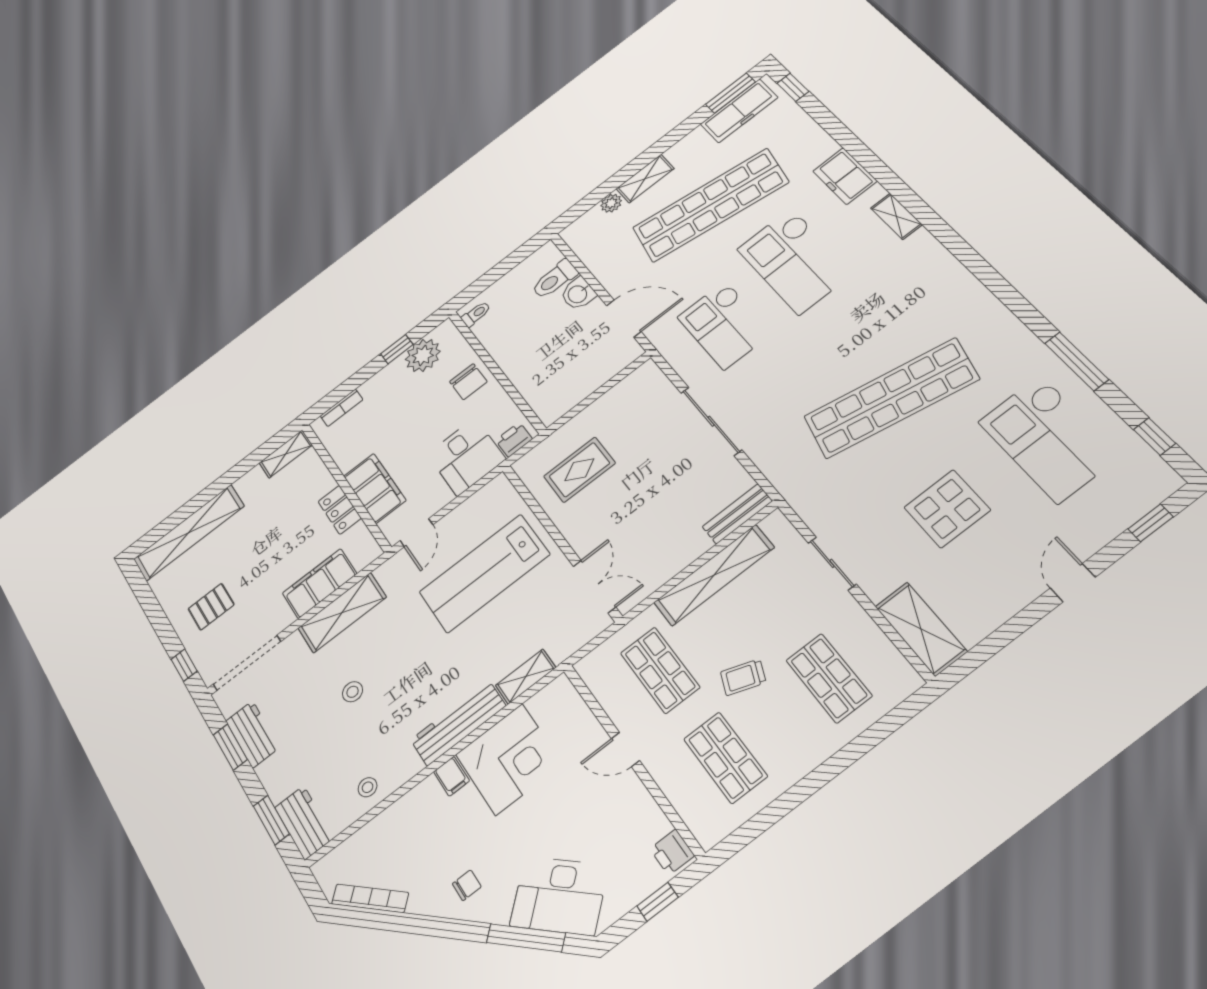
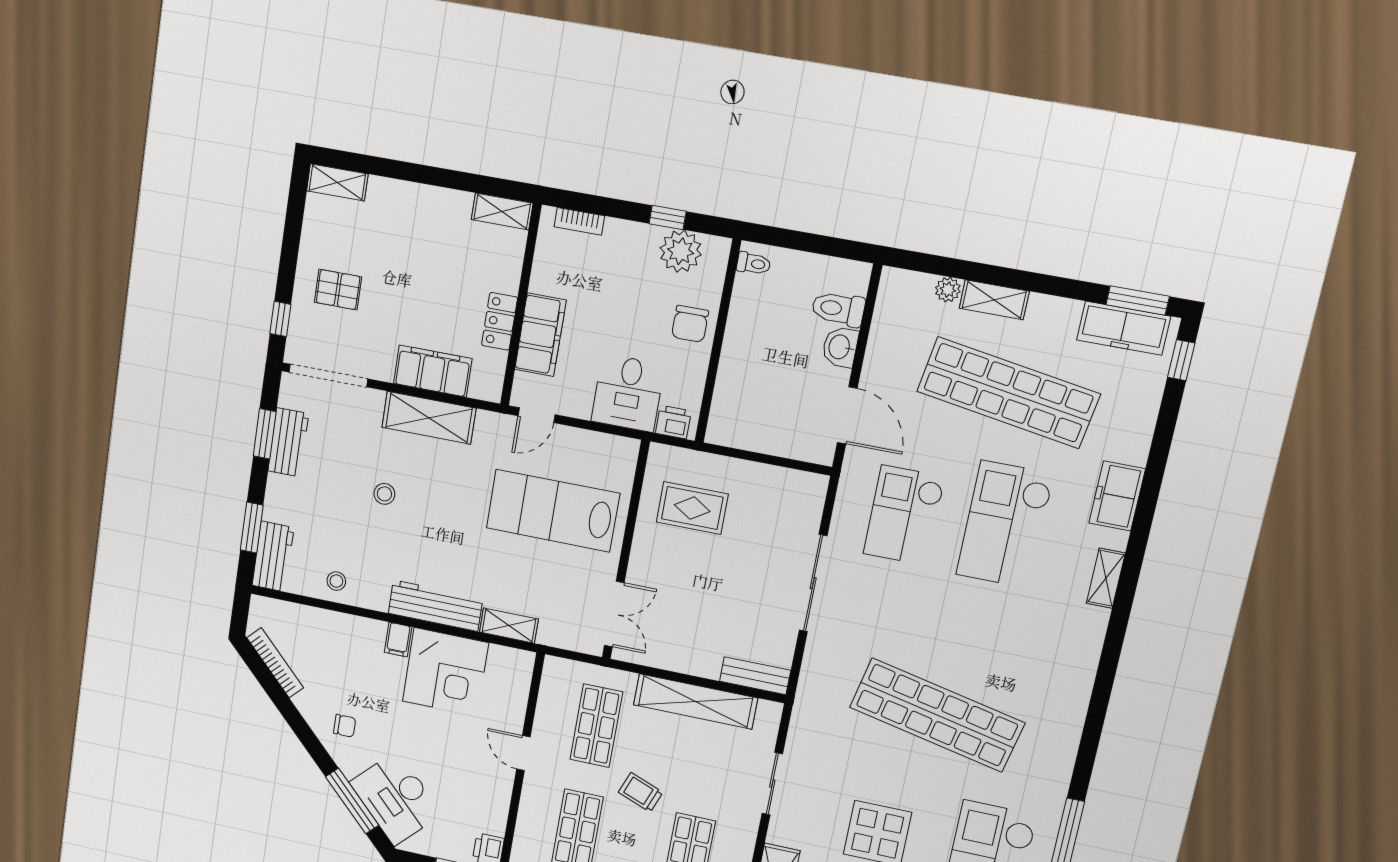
shelving: (189, 533) -> (337, 182), width x0.45, depth x0.75

